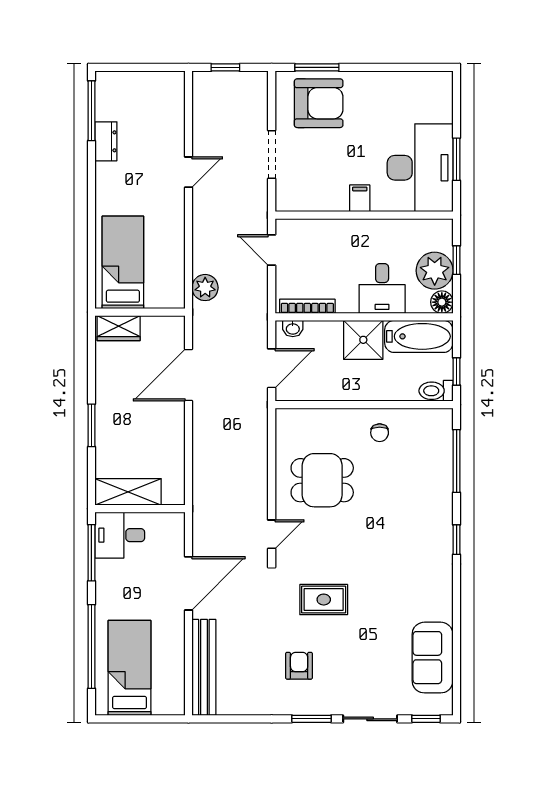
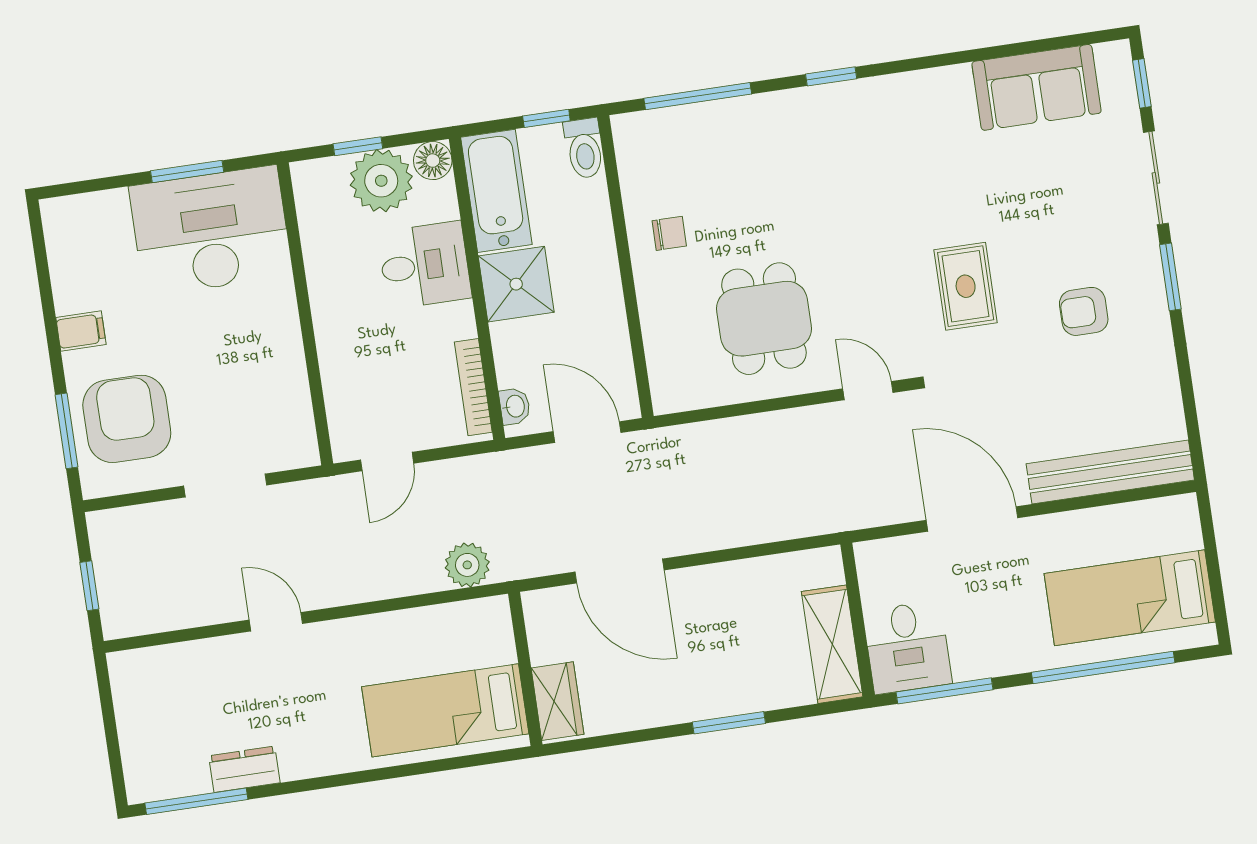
filing cabinet: (360, 198) -> (81, 331), moved, turned 180

